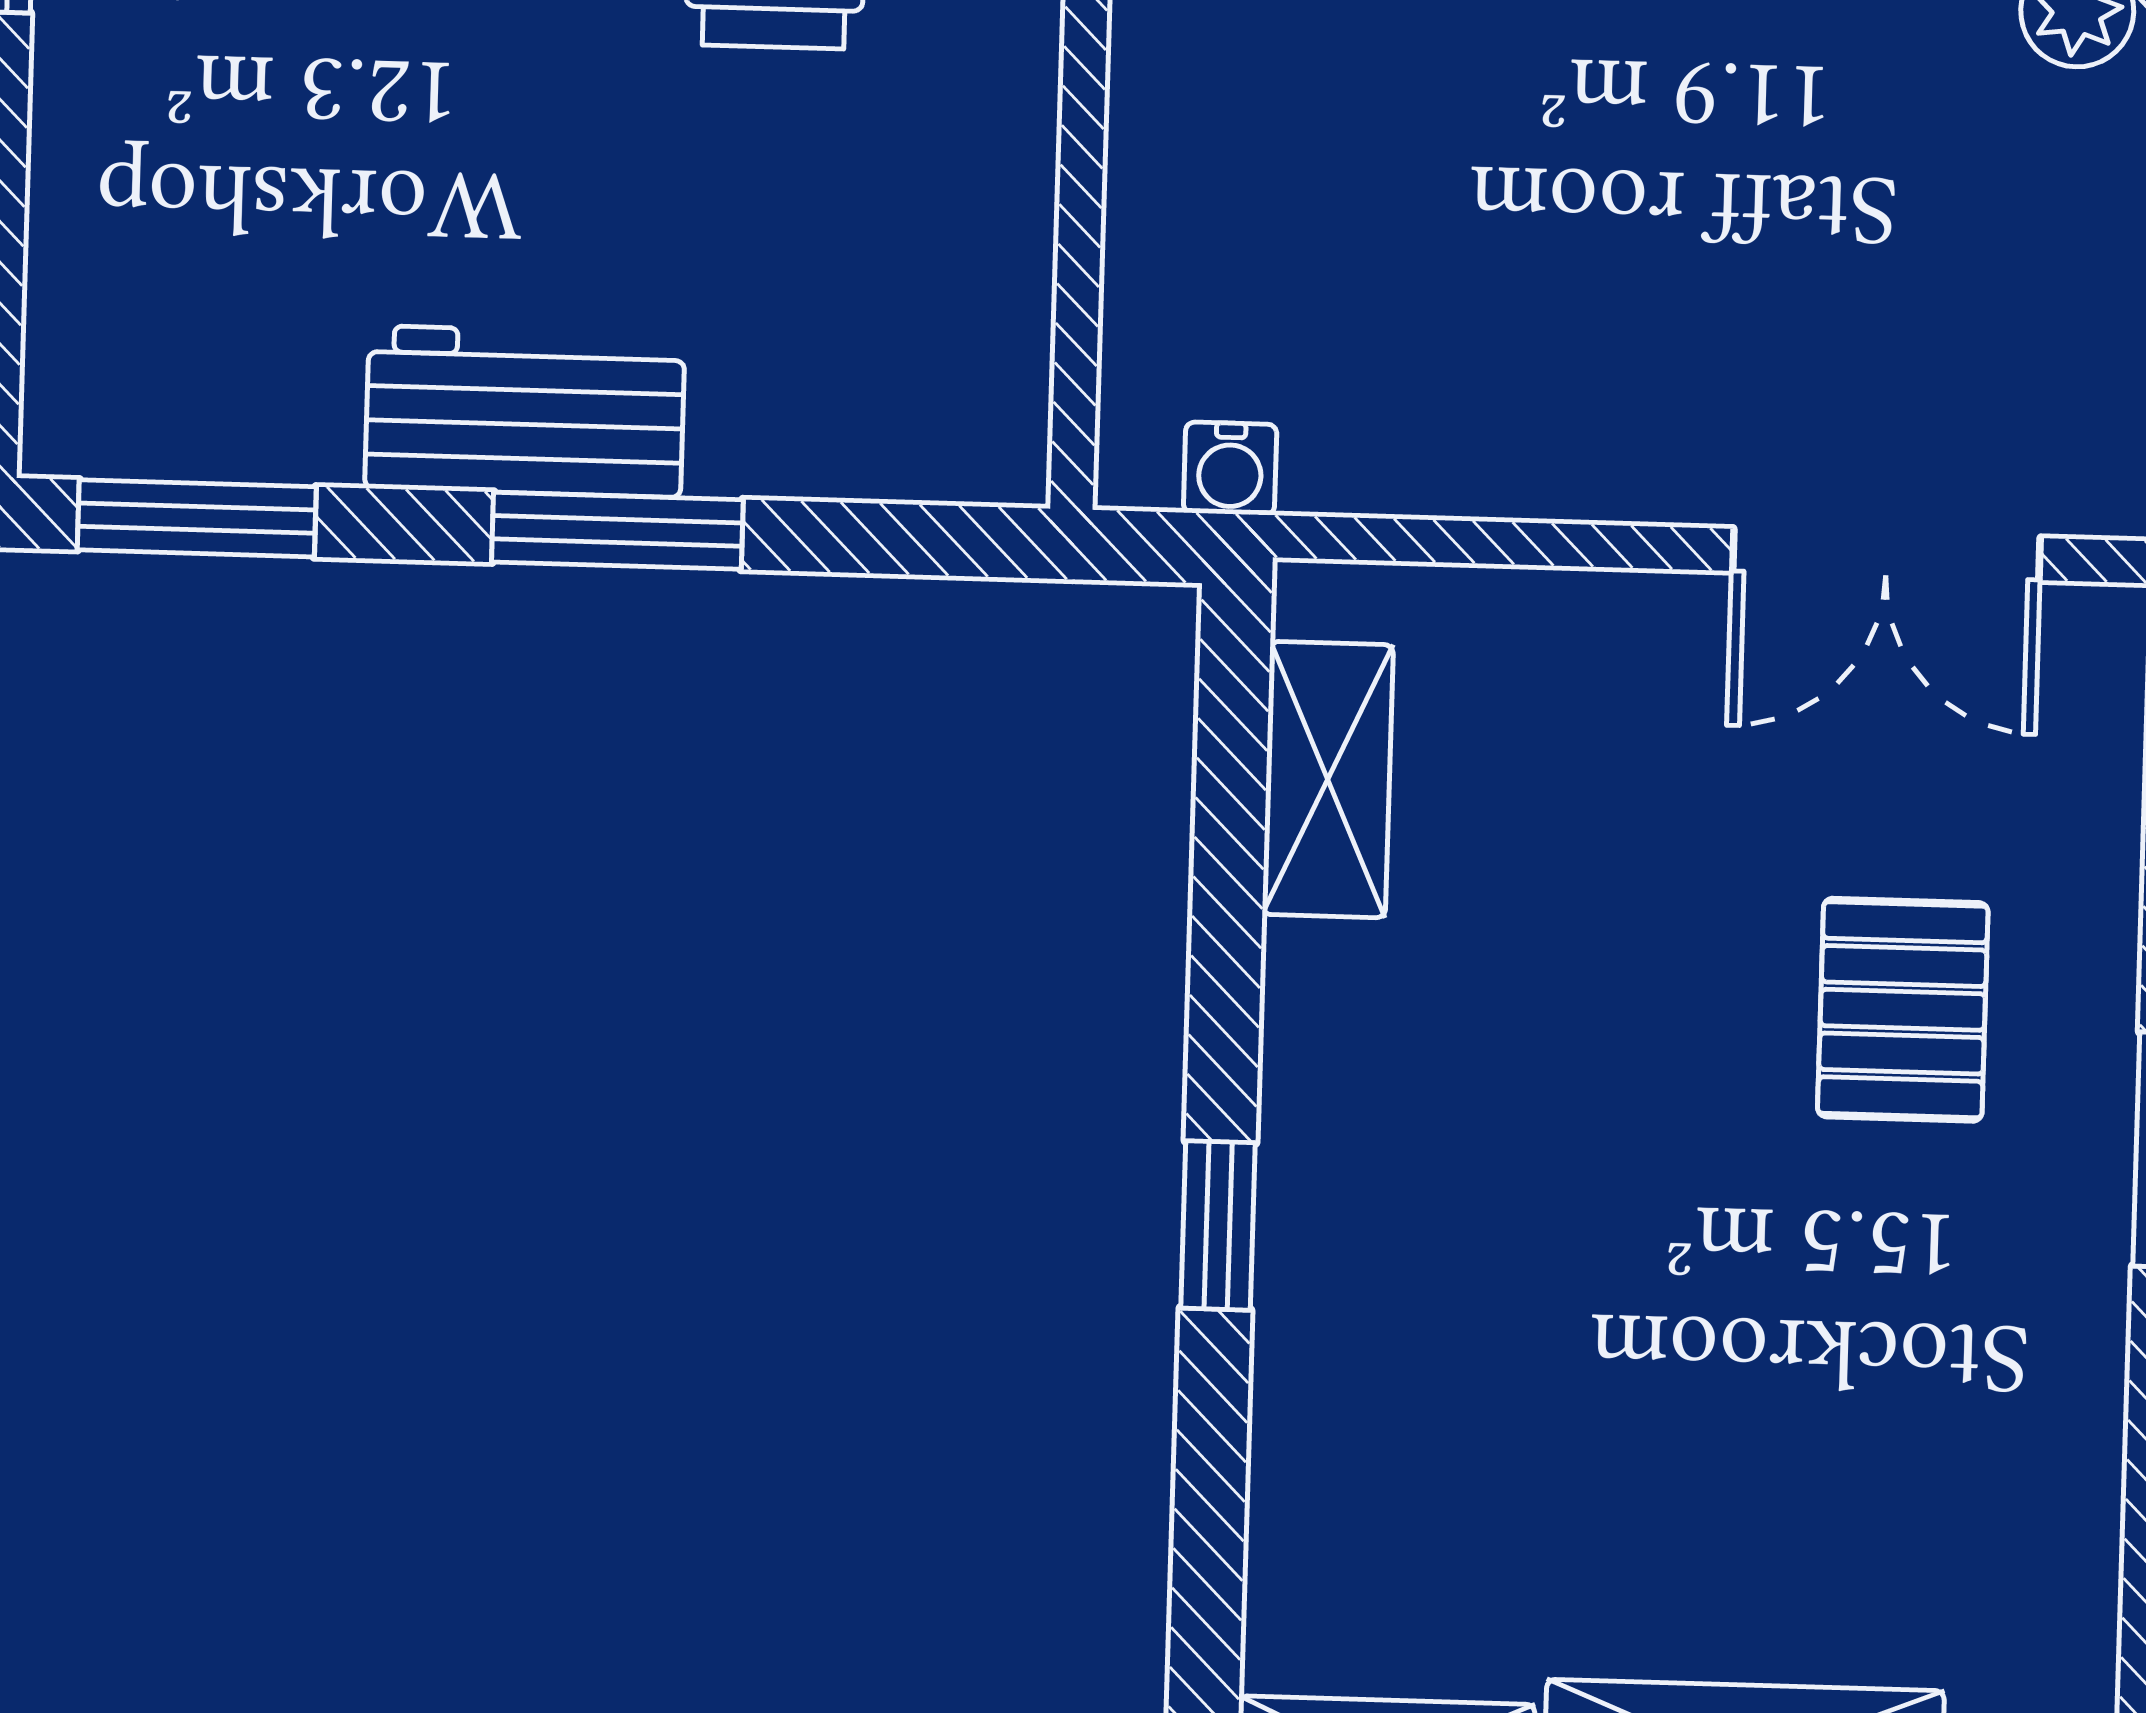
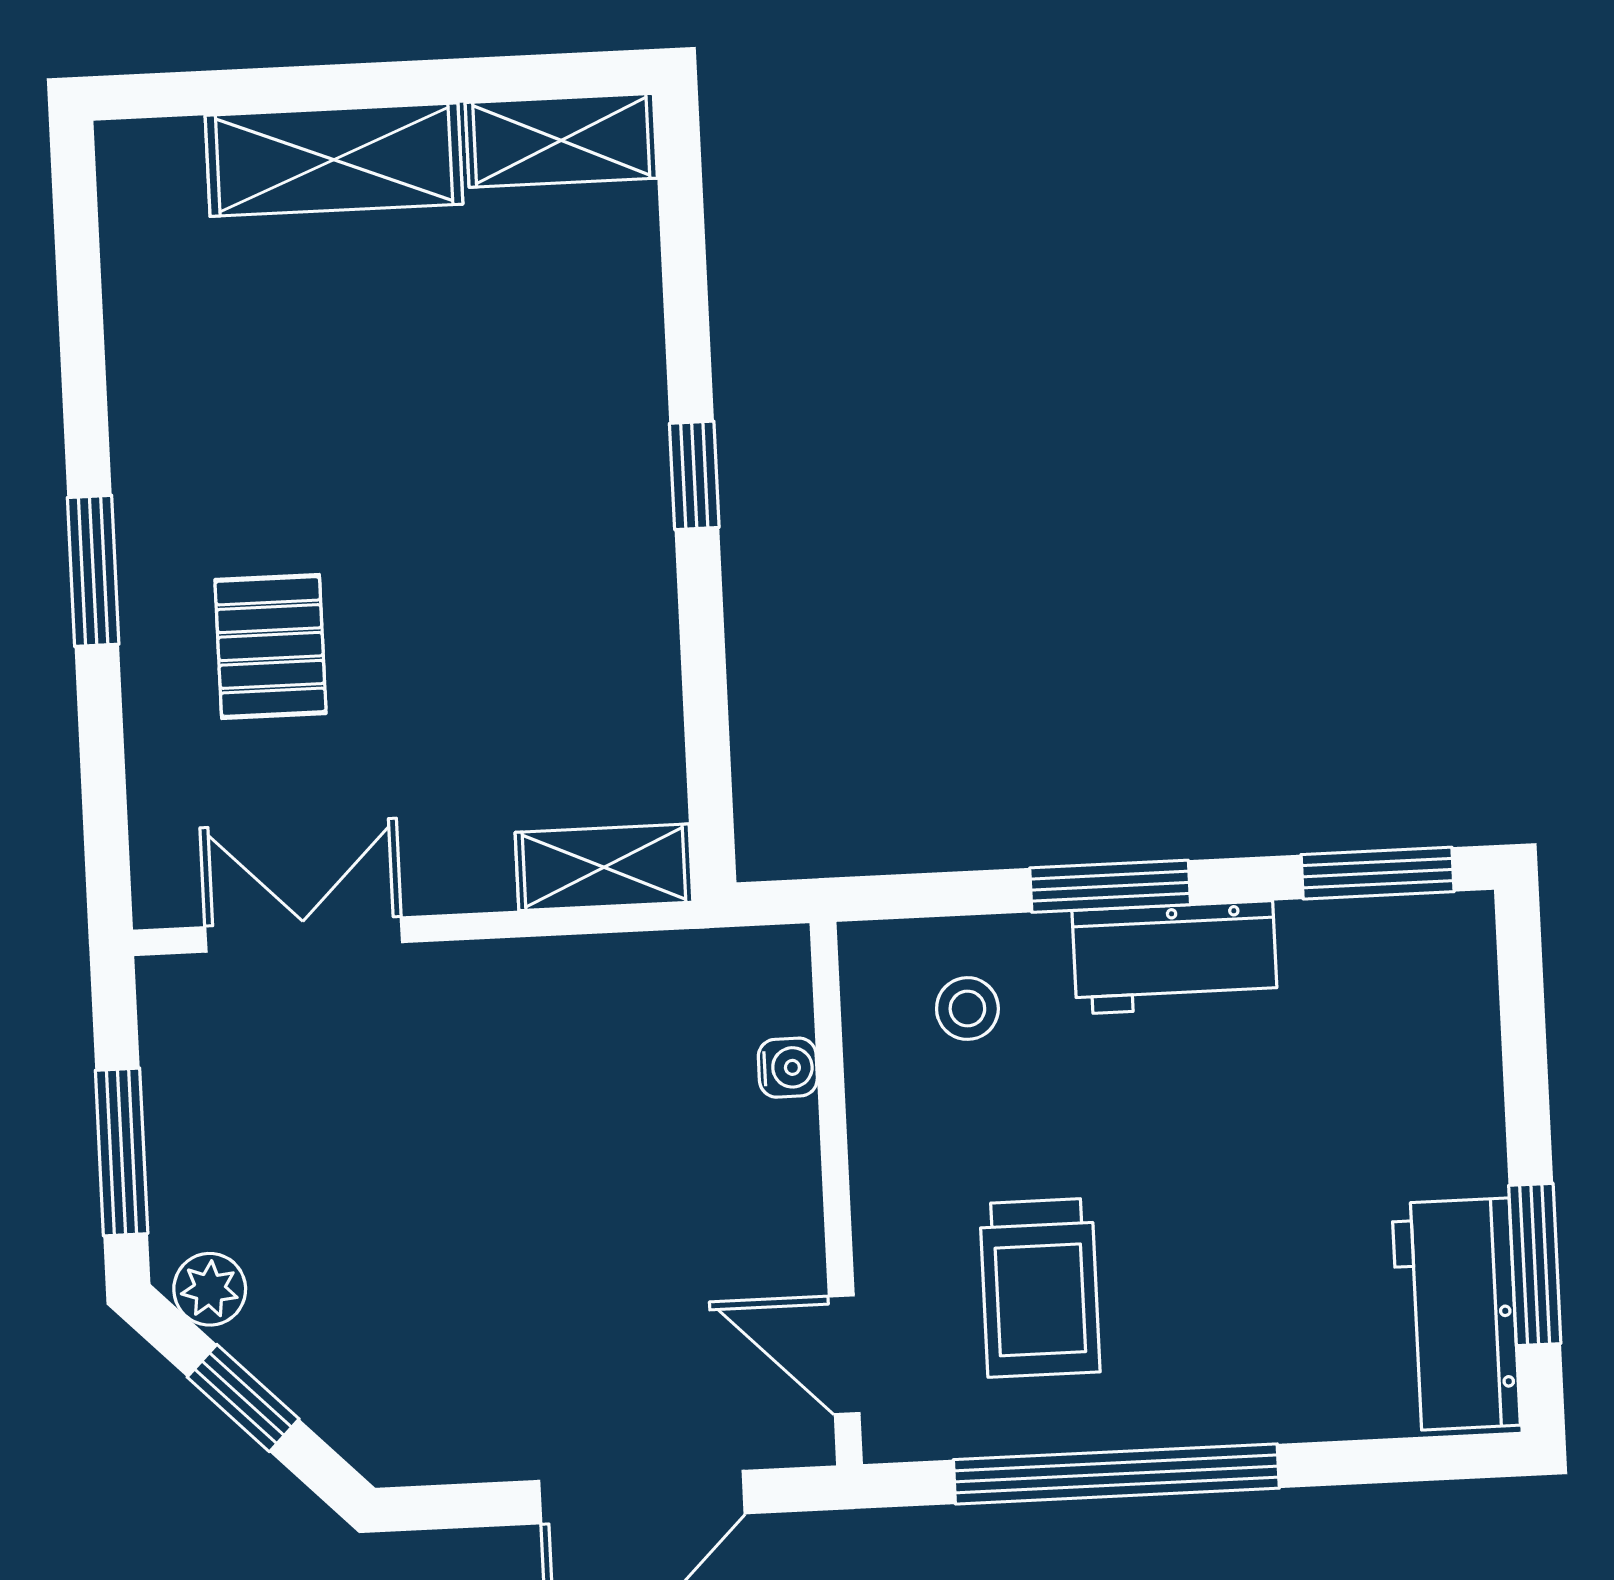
stool: (856, 357) -> (967, 1009), added
water cooler: (1230, 469) -> (788, 1068), moved, turned 90
shelving: (1328, 780) -> (604, 867), moved, turned 90

